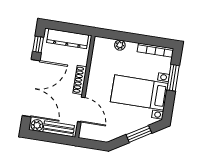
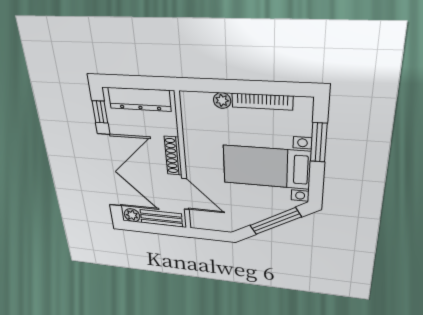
bookcase: (155, 50) -> (262, 102), moved
window: (139, 134) -> (275, 221), width x1.44

